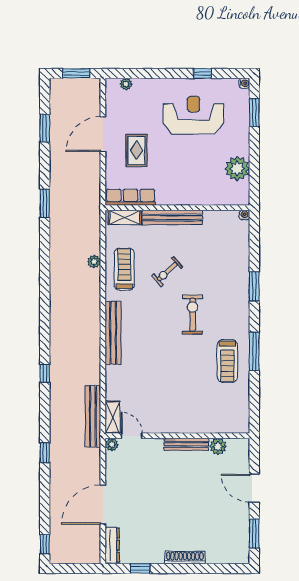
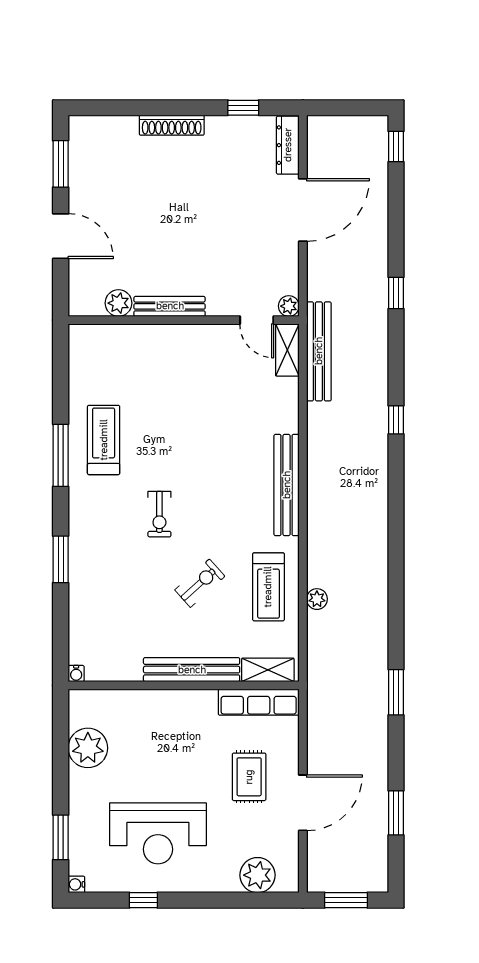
plant: (126, 84) -> (258, 875), width x1.88, depth x1.88
exercise bike: (192, 315) -> (159, 514), width x0.73, depth x0.72

